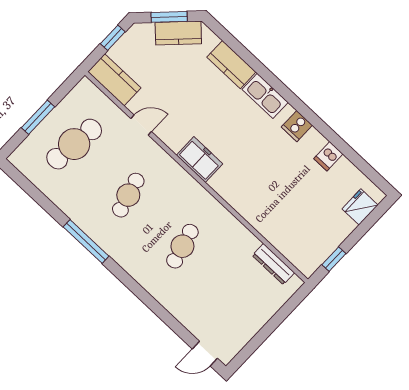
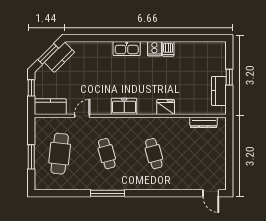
kitchen counter: (231, 65) -> (219, 91), moved, turned 90
dishwasher: (328, 156) -> (168, 49), moved
fridge: (360, 207) -> (166, 107), moved, turned 90
window: (334, 259) -> (229, 77), moved
door: (205, 354) -> (211, 193), hinge flipped

